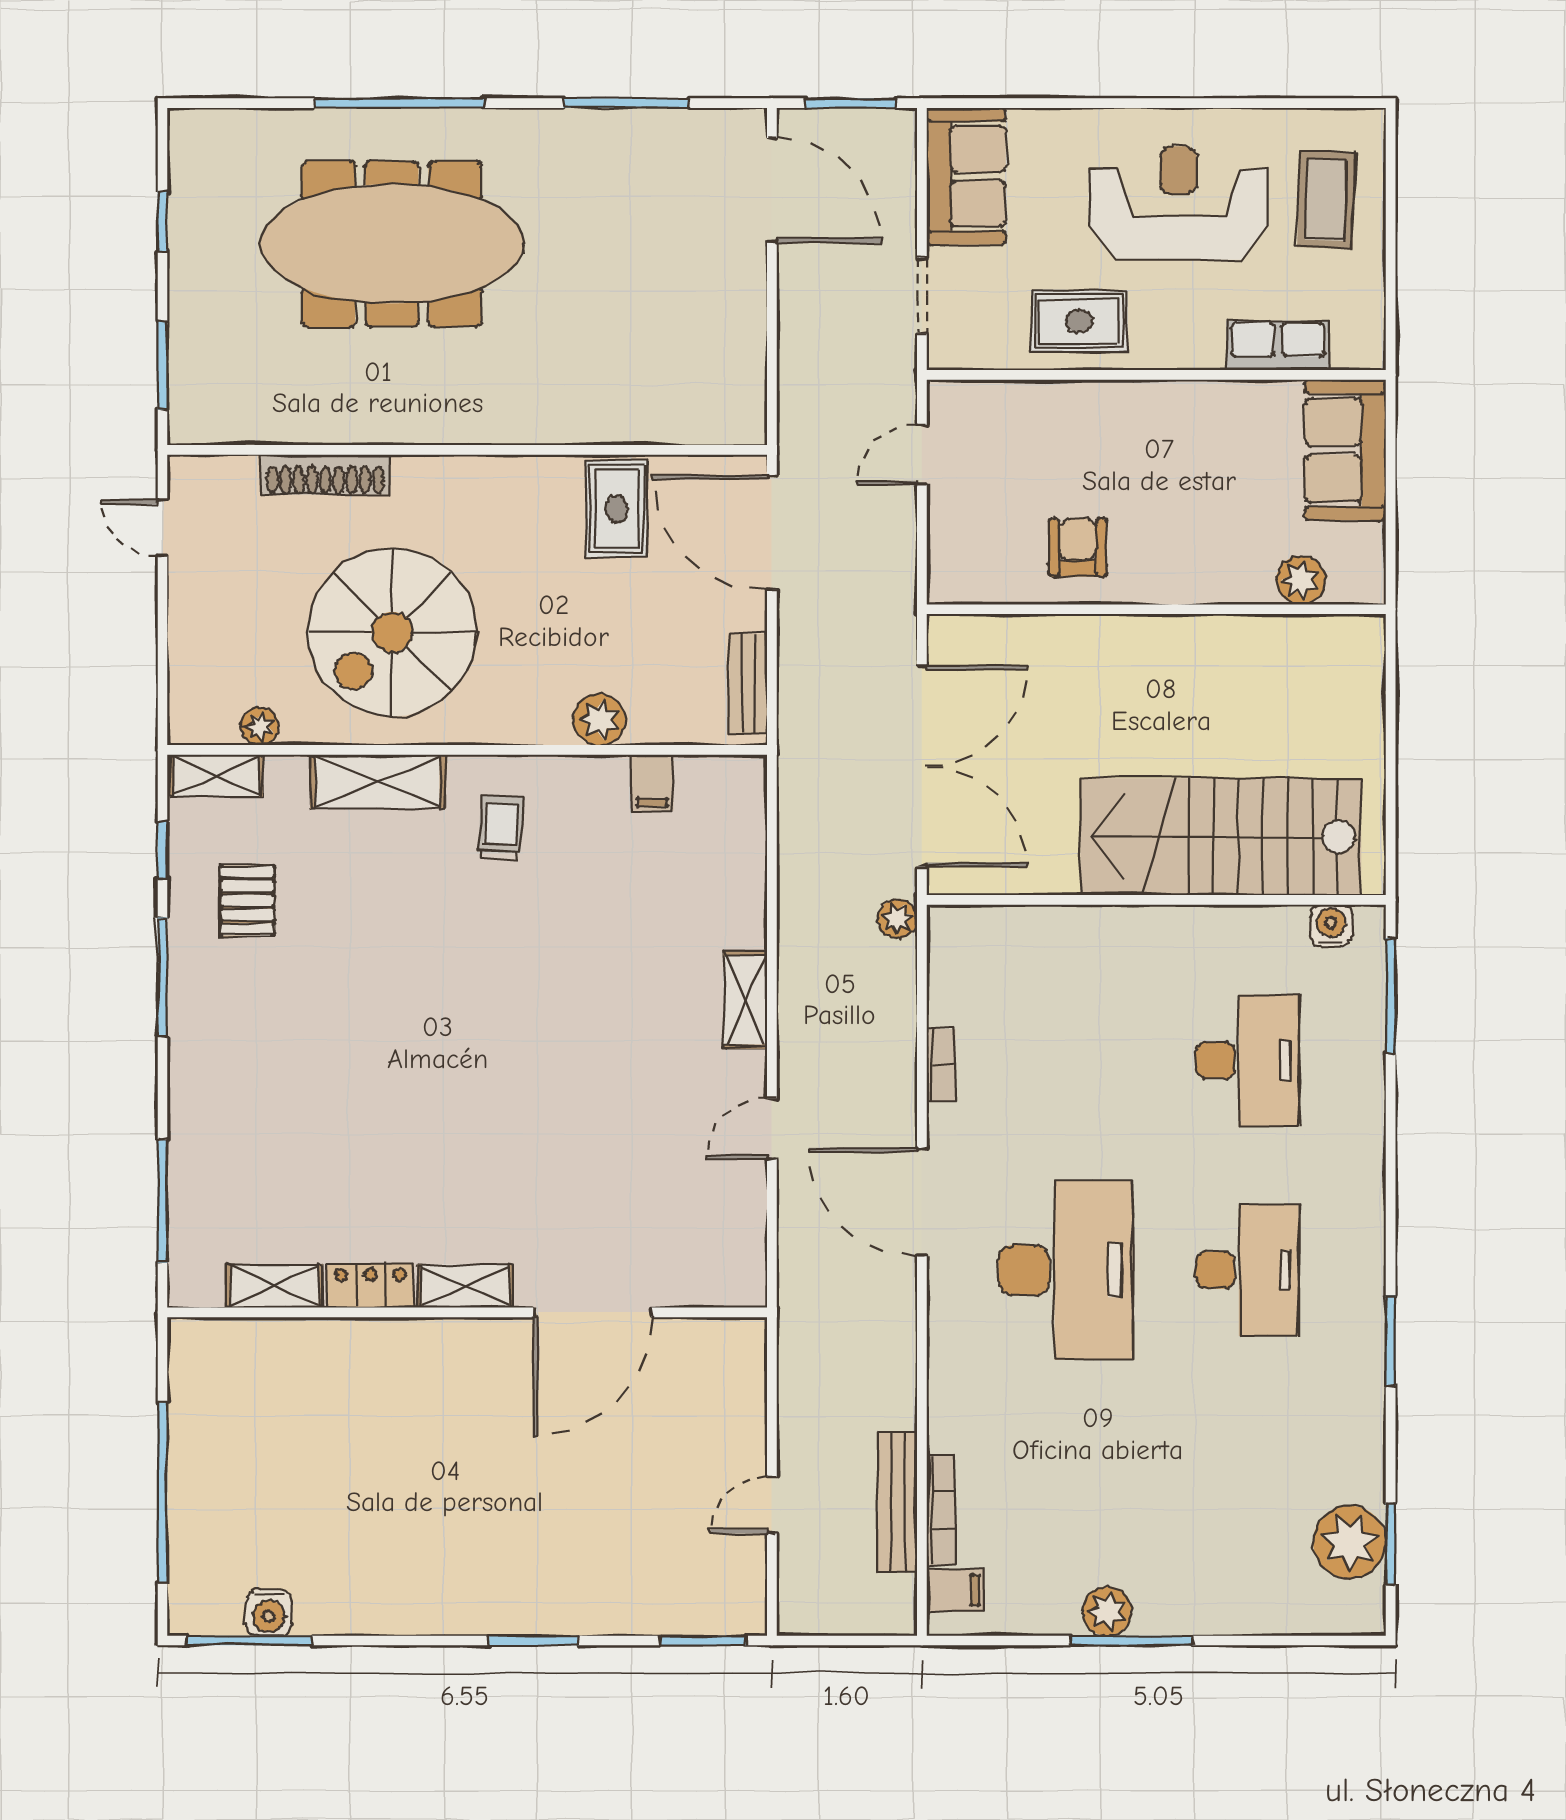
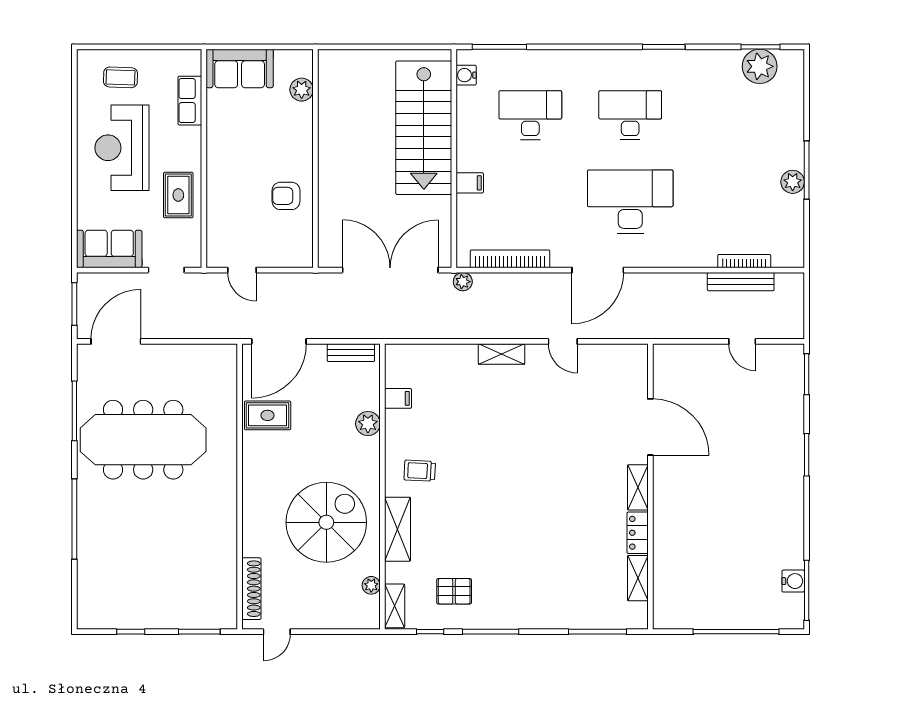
coffee table: (1326, 200) -> (120, 77), width x0.73, depth x0.77
meeting table: (392, 244) -> (143, 440), moved, turned 90
shoe rack: (325, 475) -> (251, 589), moved
spiral stairs: (392, 632) -> (326, 522), turned -90
bookcase: (941, 1065) -> (510, 259), width x2.31, depth x1.31
filing cabinet: (955, 1590) -> (470, 183), moved, turned 90

